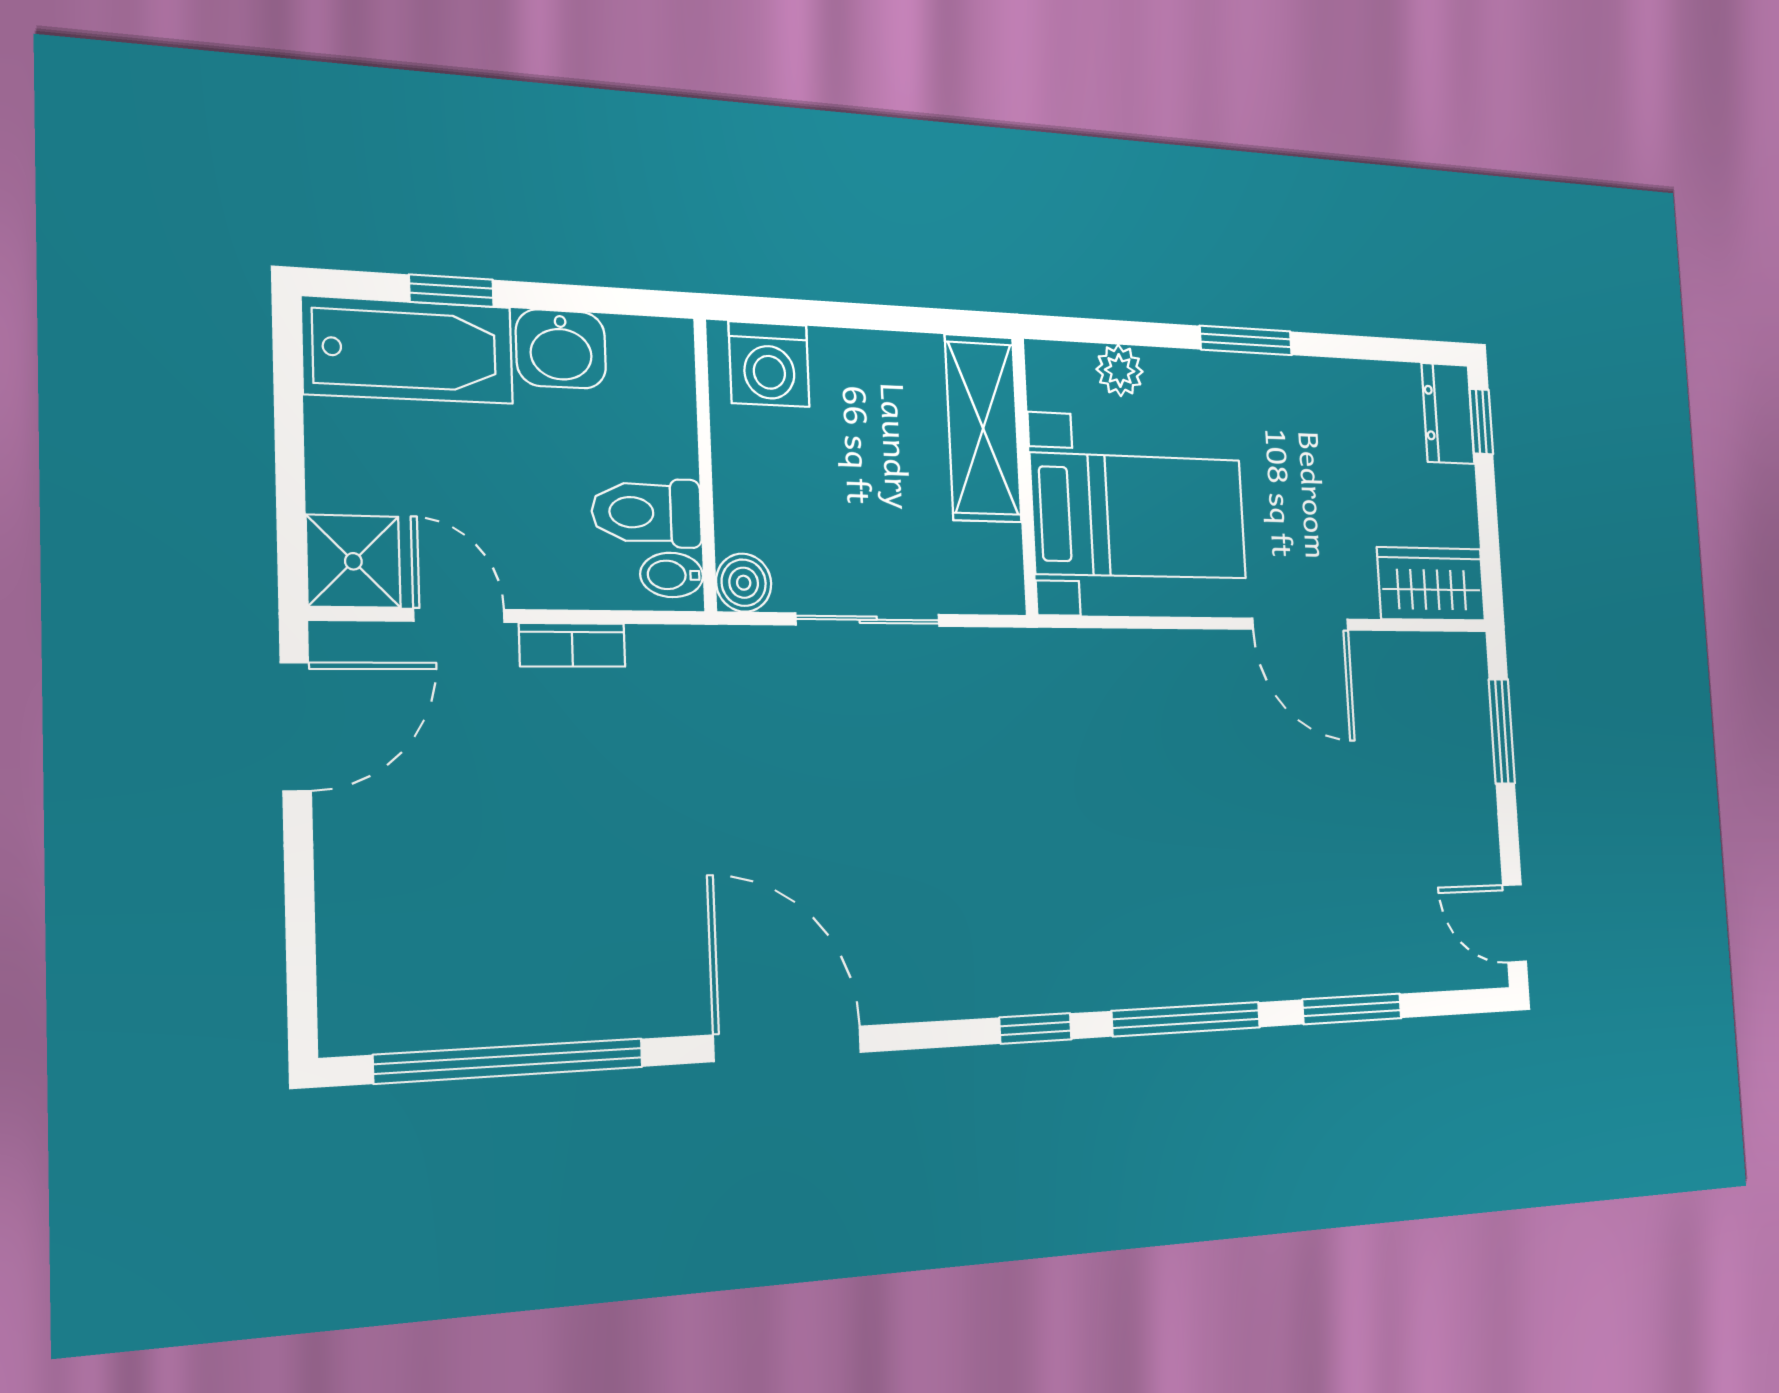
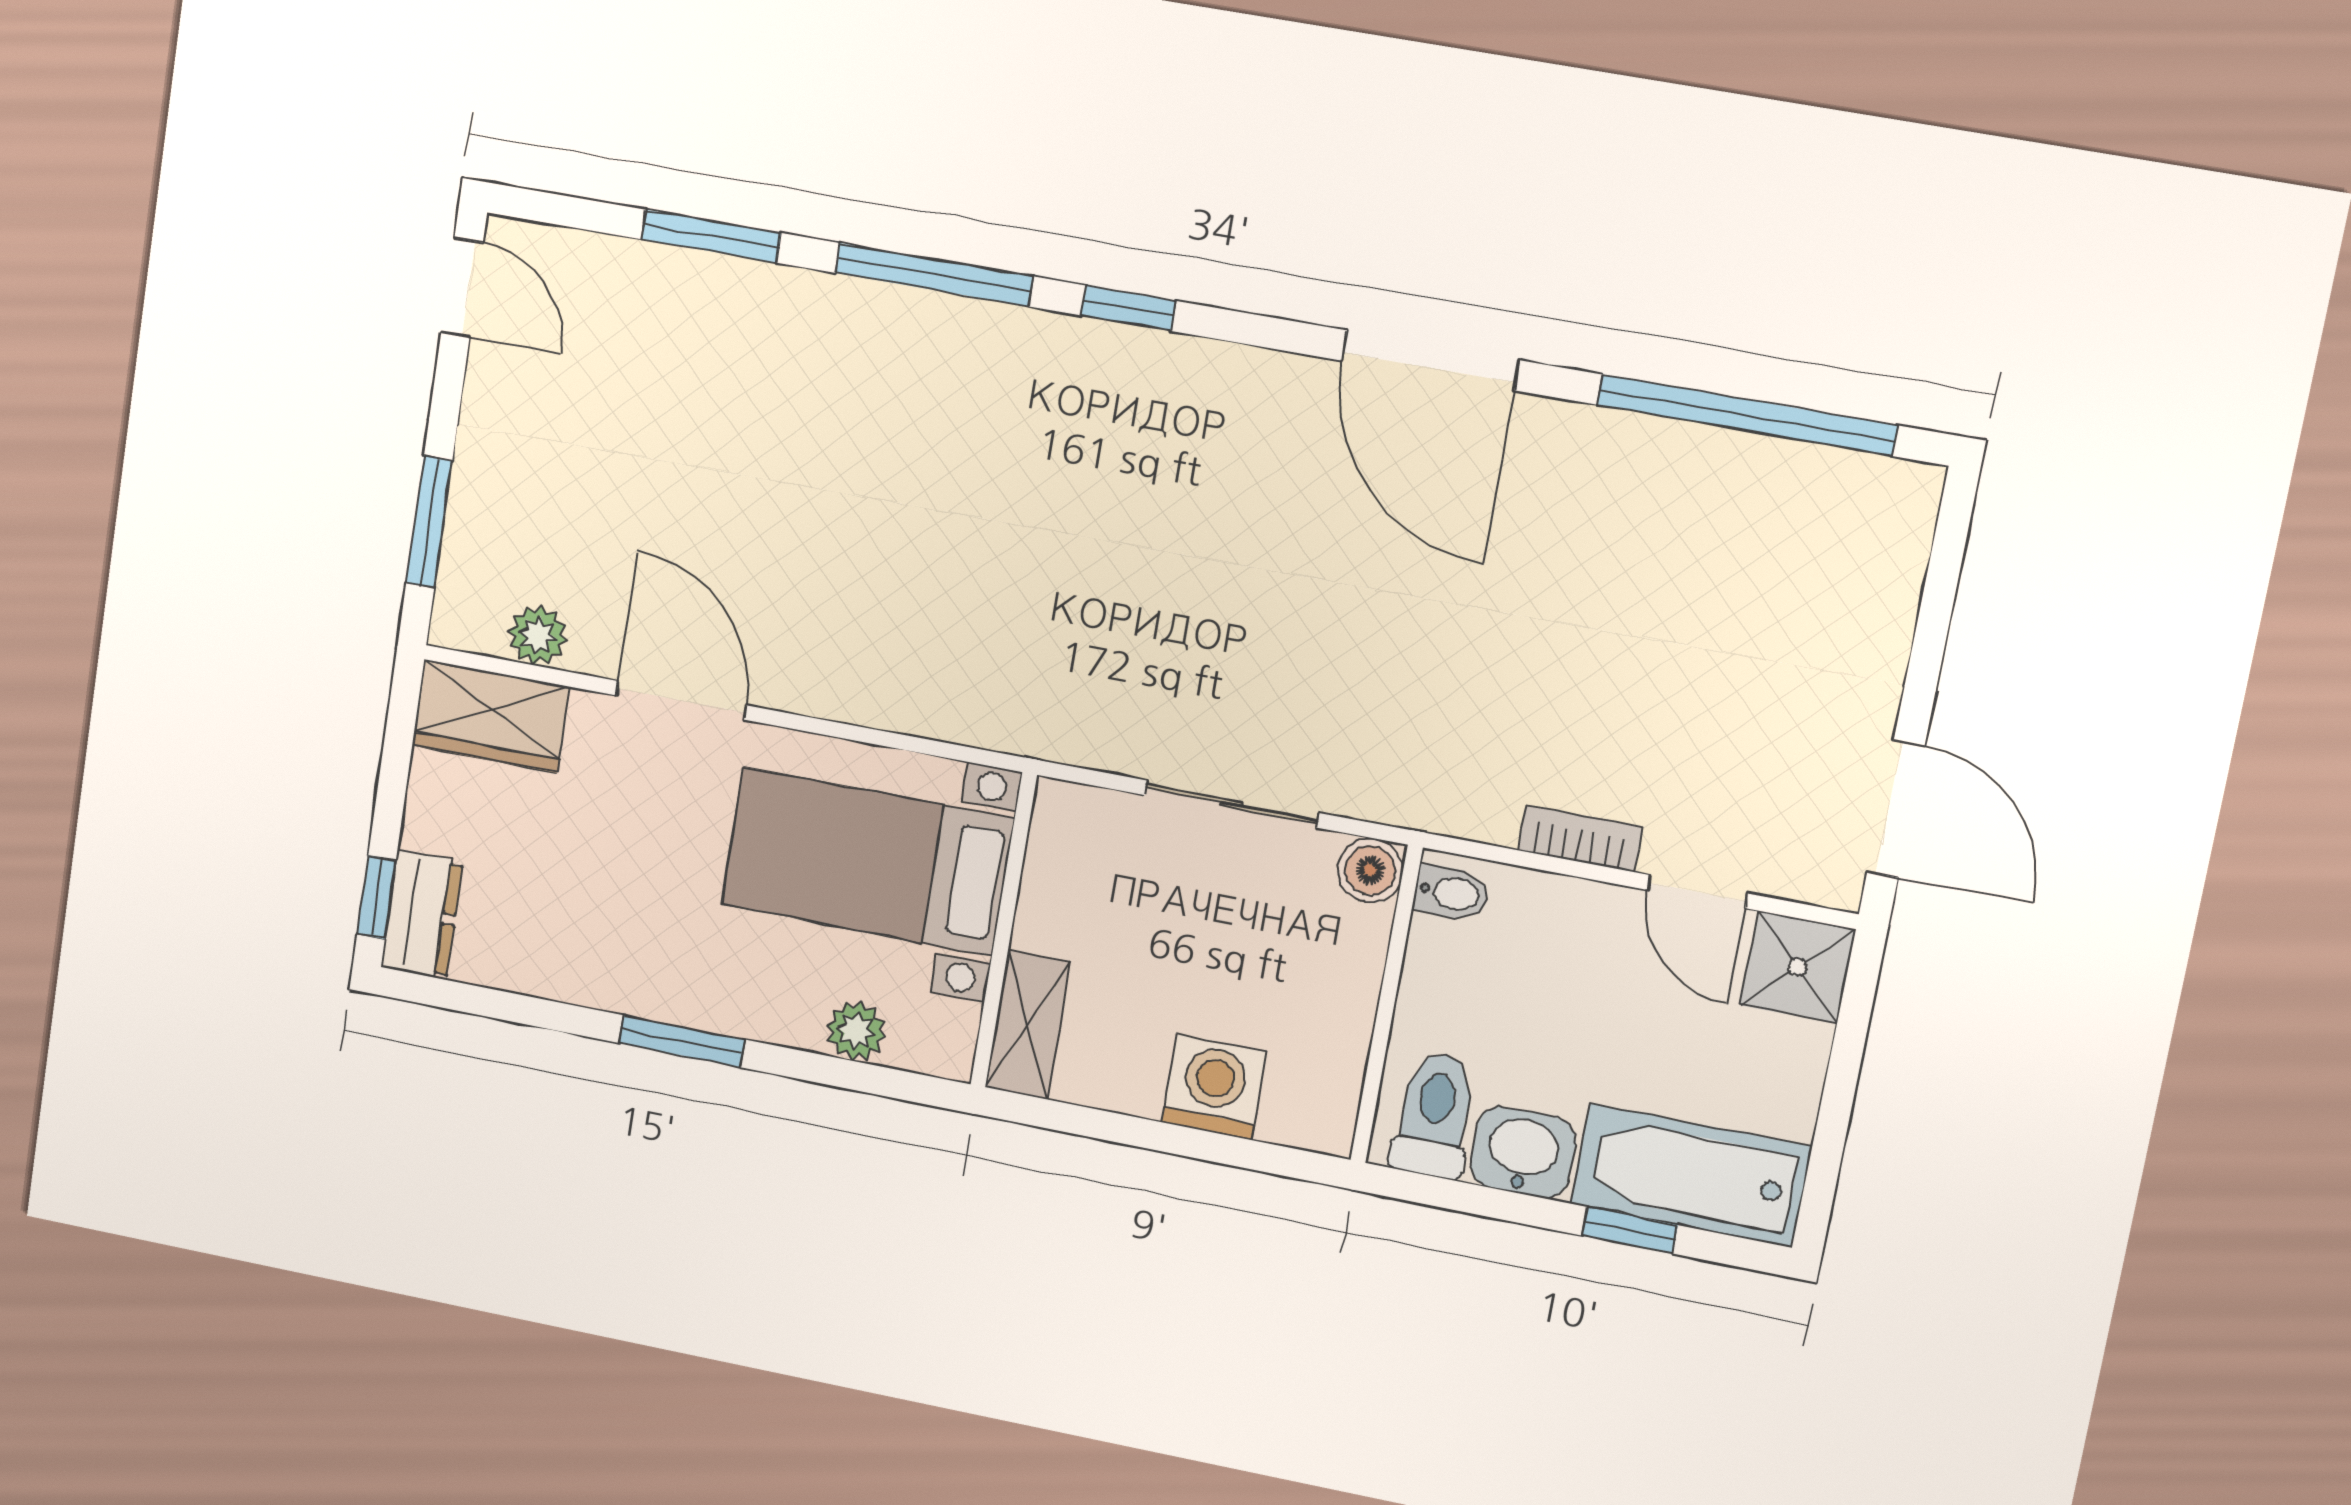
washing machine: (769, 364) -> (1214, 1087), moved
shelving: (983, 428) -> (1028, 1025), width x0.67, depth x0.75
toilet: (647, 513) -> (1434, 1115), moved, turned -90
plant: (1411, 656) -> (538, 635), added
door: (296, 727) -> (1896, 809), swing flipped

